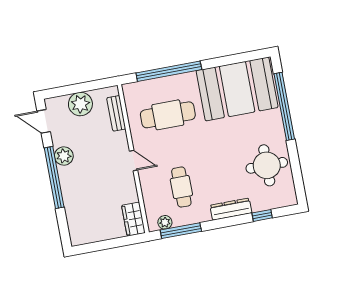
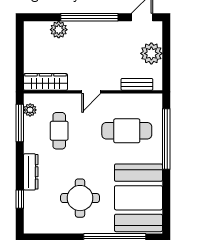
cafe table: (168, 115) -> (127, 131), turned 90
plant: (64, 156) -> (59, 30), moved
round table: (267, 165) -> (80, 198), moved
cafe table: (181, 187) -> (59, 131), turned 90
wardrobe: (133, 219) -> (45, 82), width x1.50

